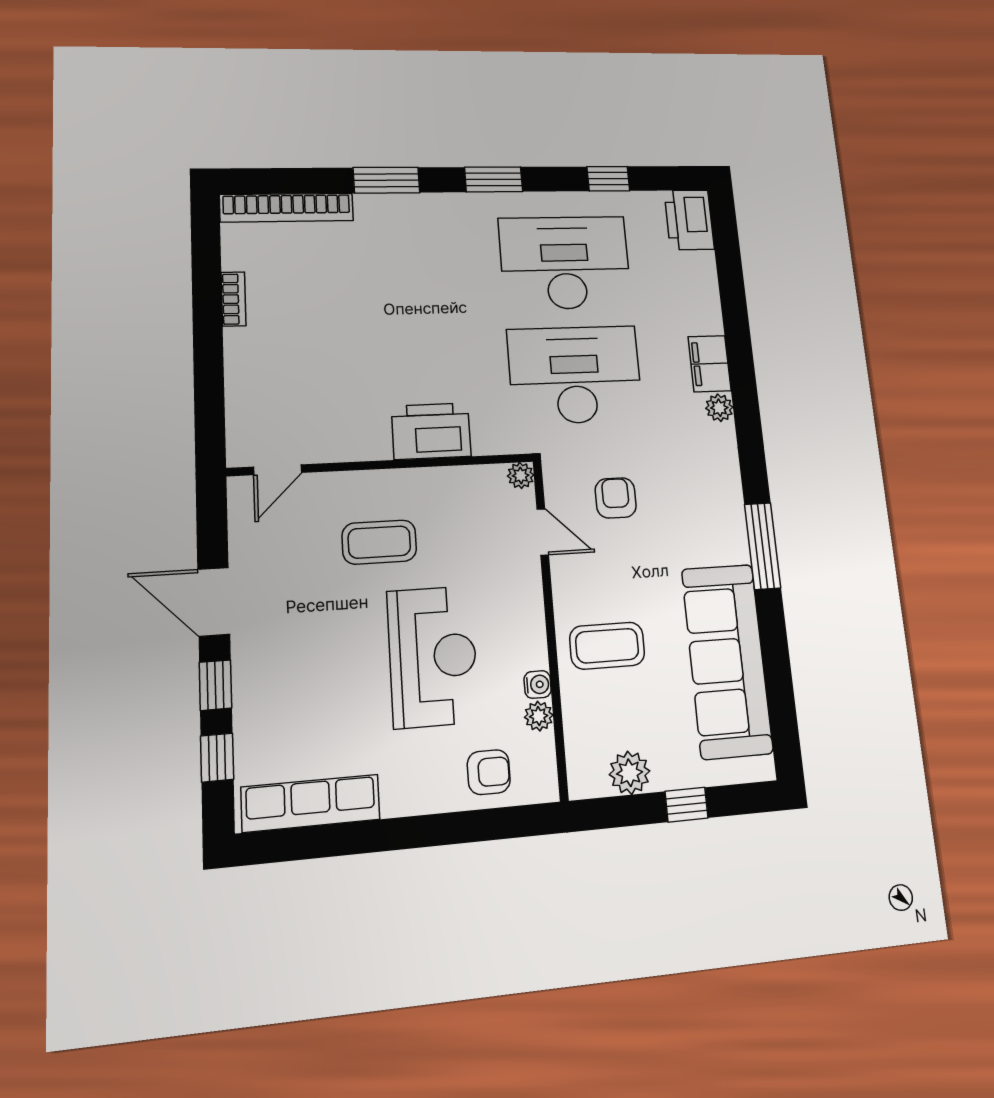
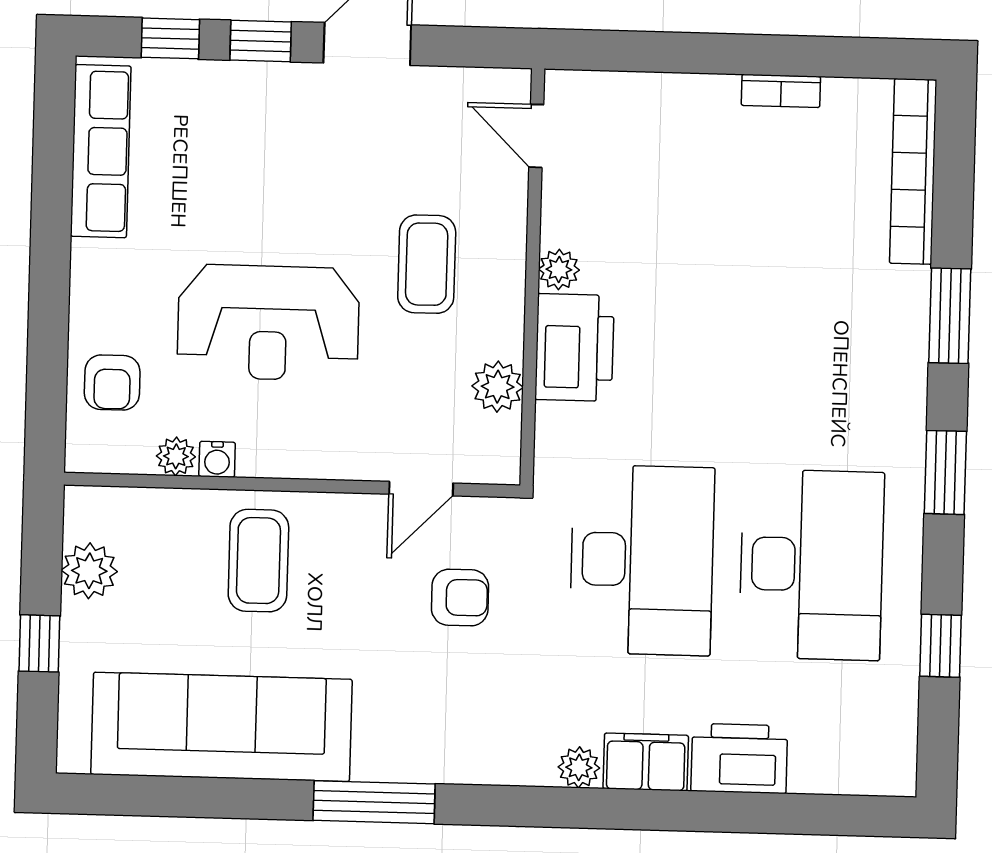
printer: (689, 220) -> (739, 759), moved
plant: (376, 446) -> (559, 269), added
plant: (521, 475) -> (498, 387), moved, width x1.38, depth x1.38

